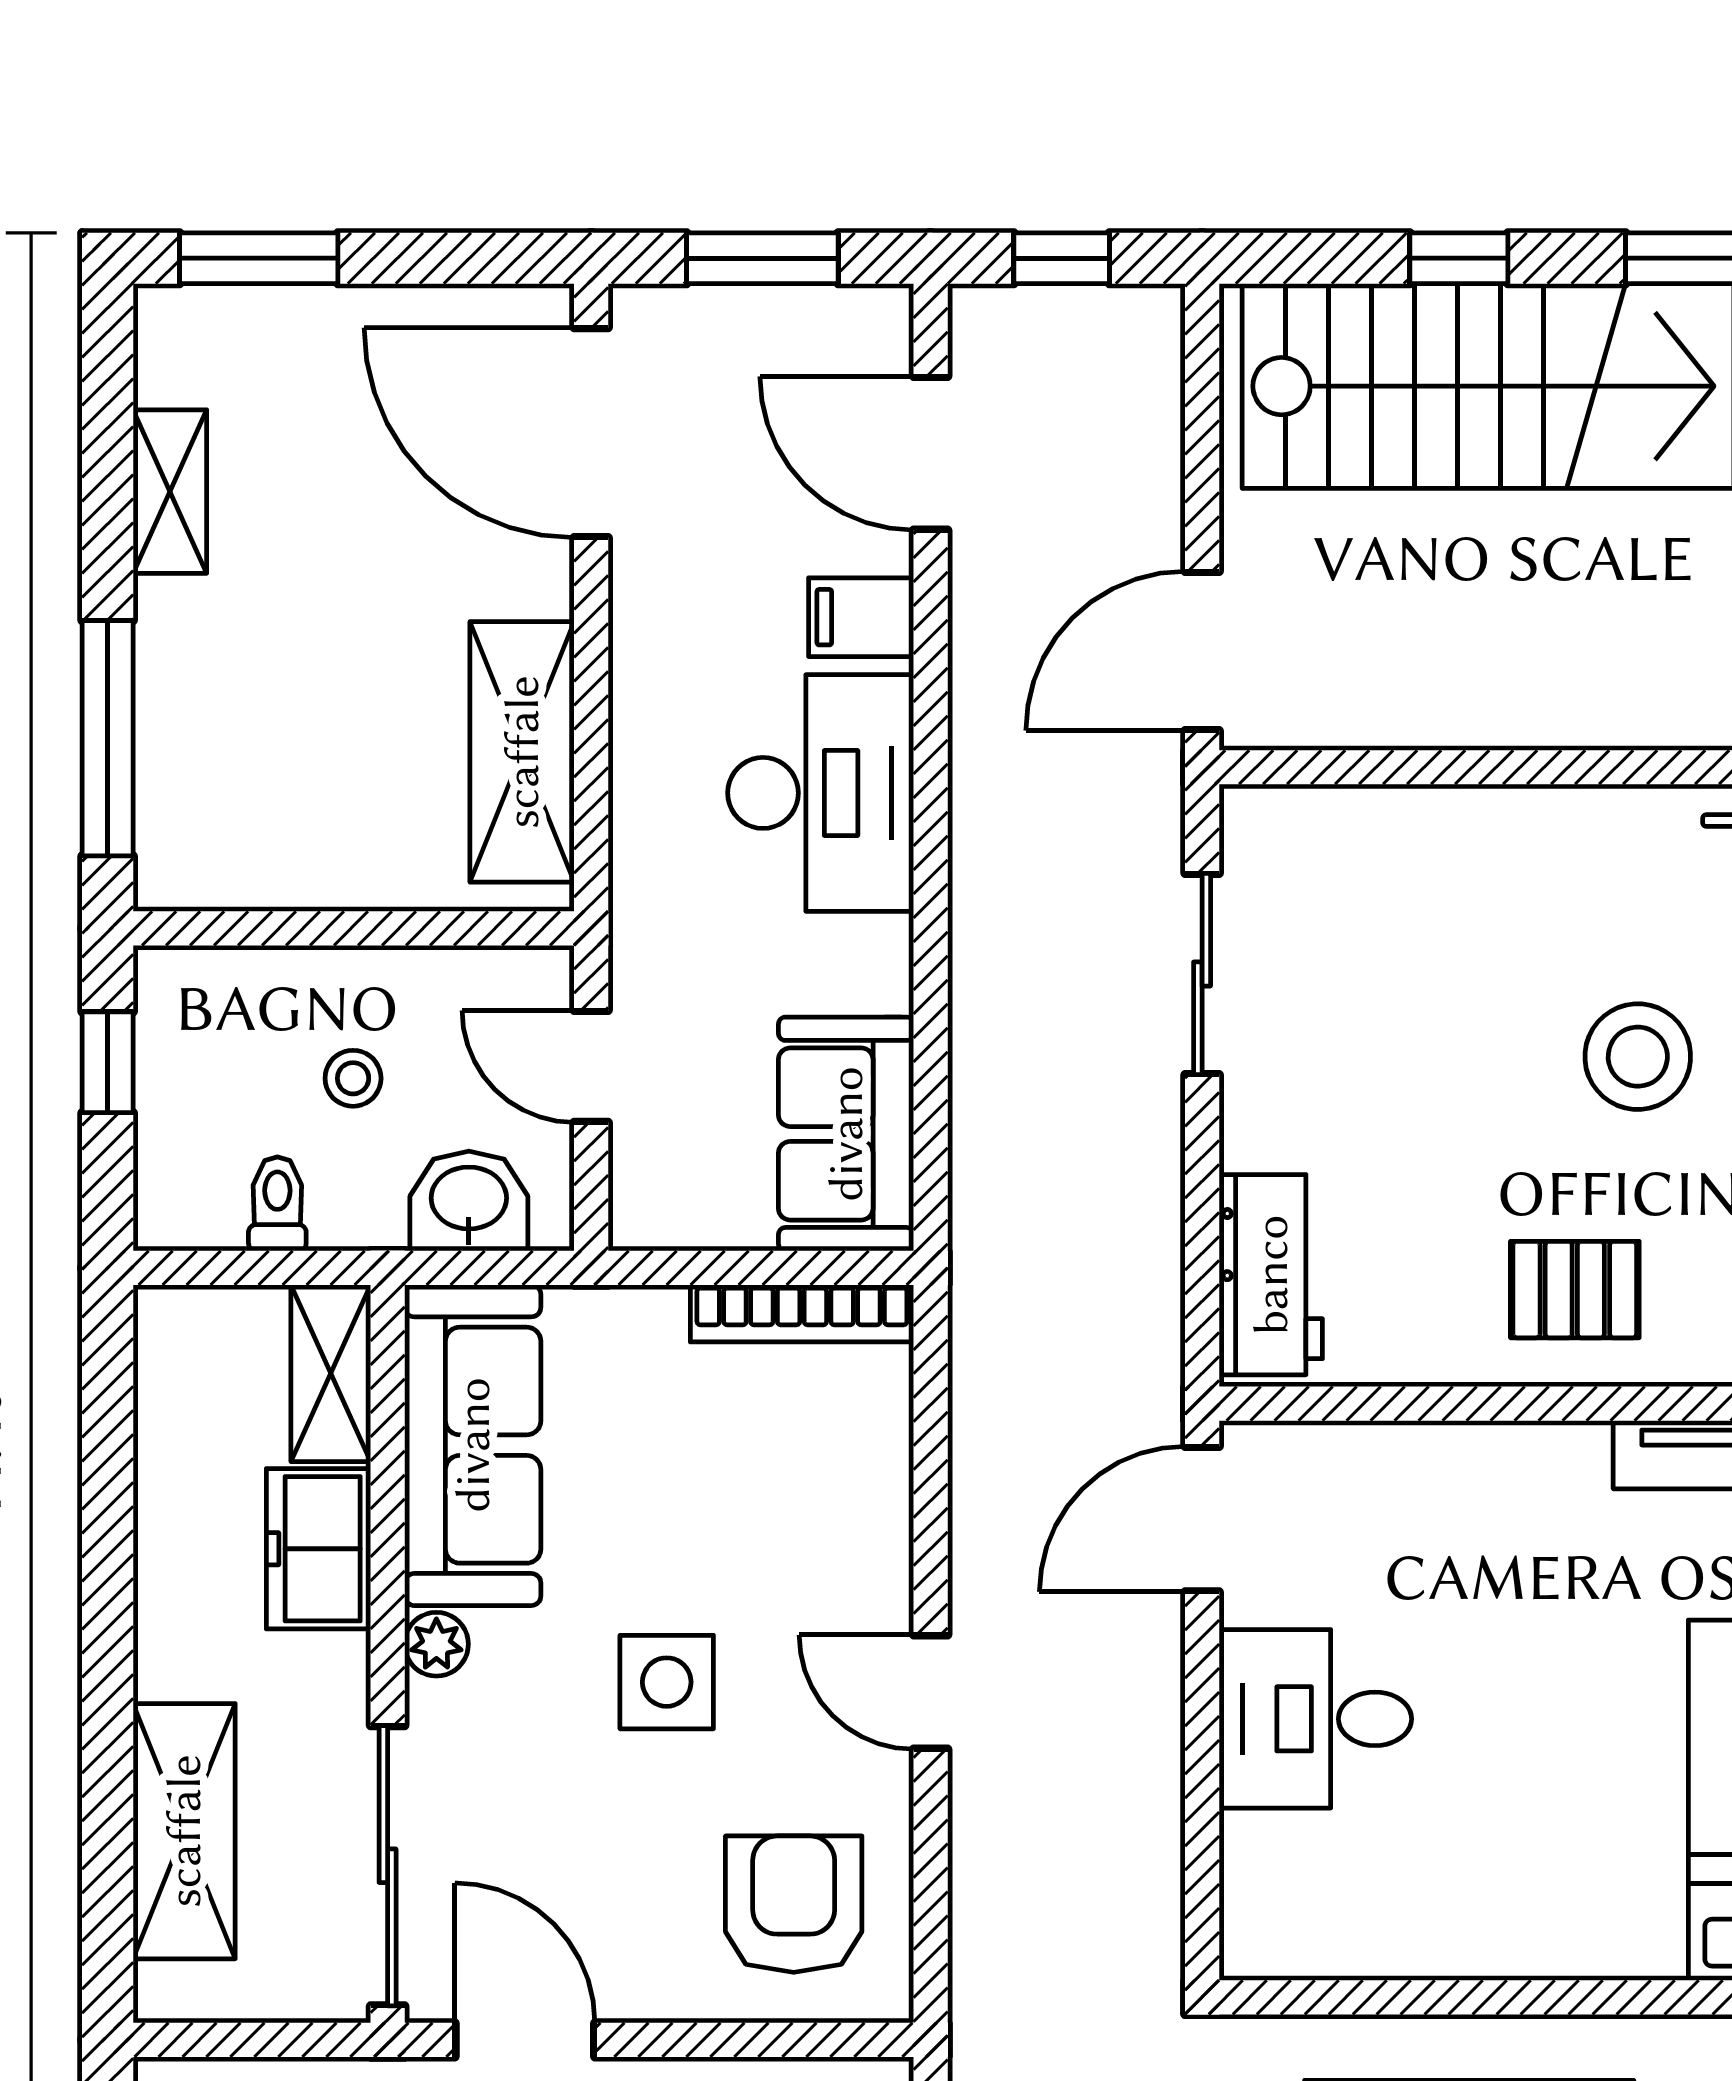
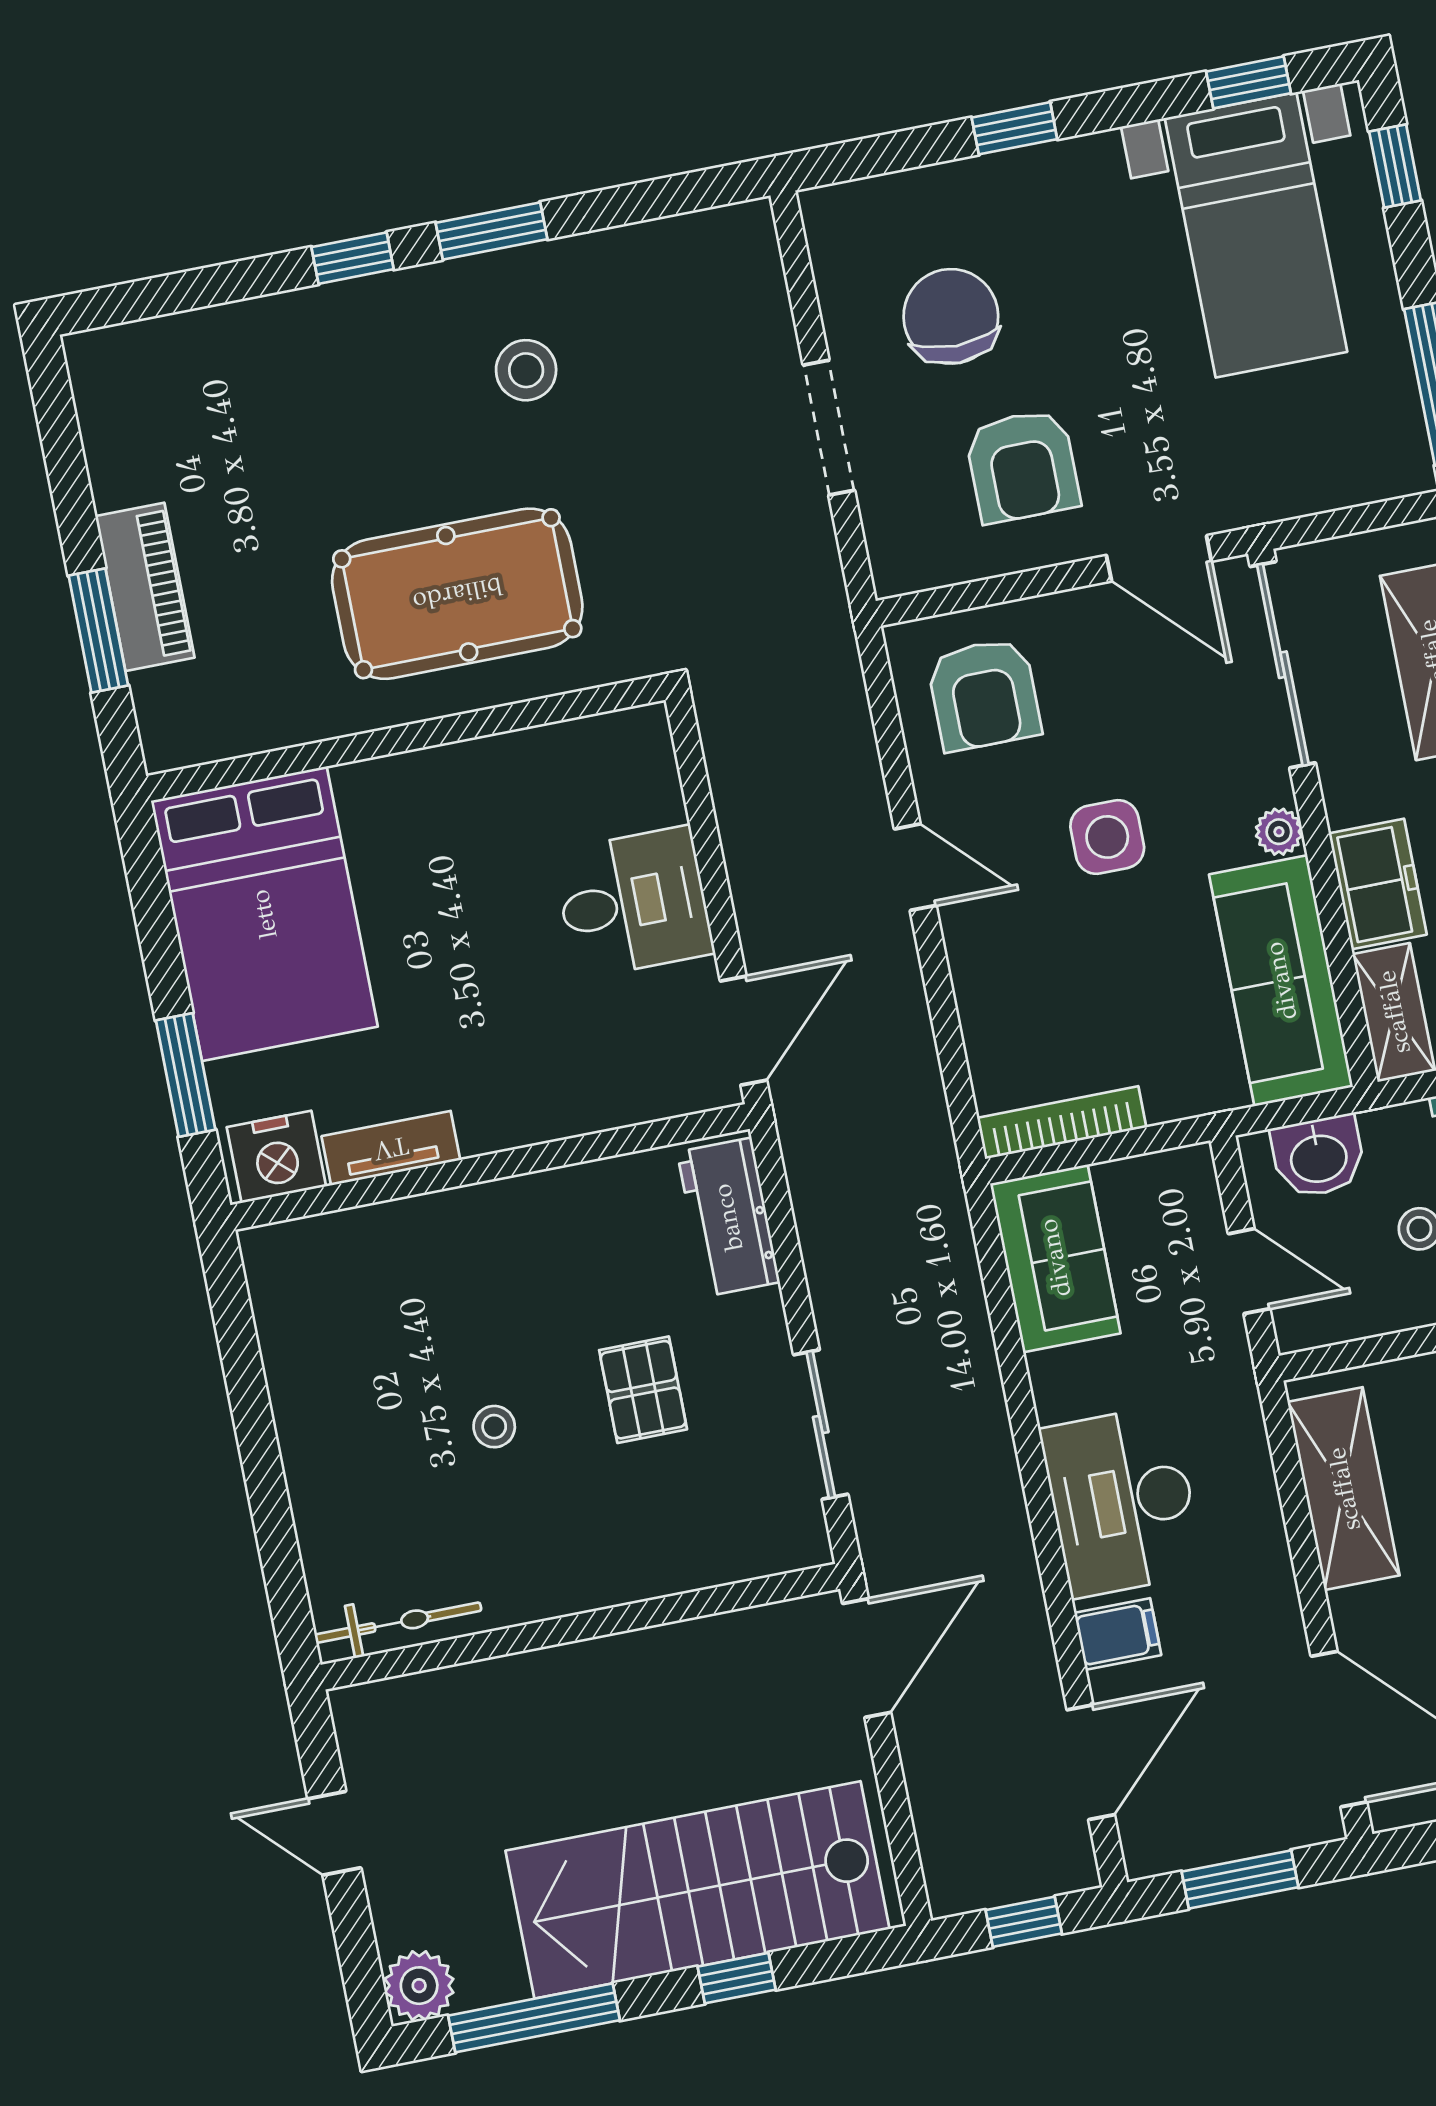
door: (931, 453) -> (1091, 1762), hinge flipped
stool: (1638, 1057) -> (494, 1427), width x0.53, depth x0.53
pallet: (1575, 1290) -> (643, 1390), moved, turned 90

